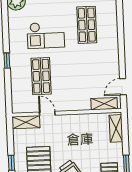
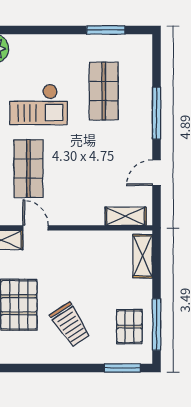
window: (121, 37) -> (157, 113), added
door: (123, 87) -> (157, 173), moved

